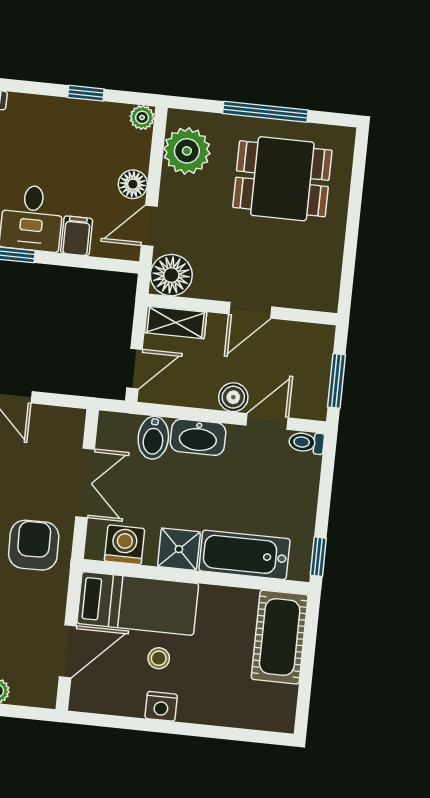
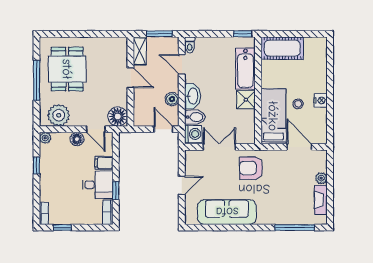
shelving: (176, 322) -> (140, 51), moved
boiler: (233, 397) -> (172, 99), moved
washing machine: (125, 545) -> (193, 134), moved, turned 180

